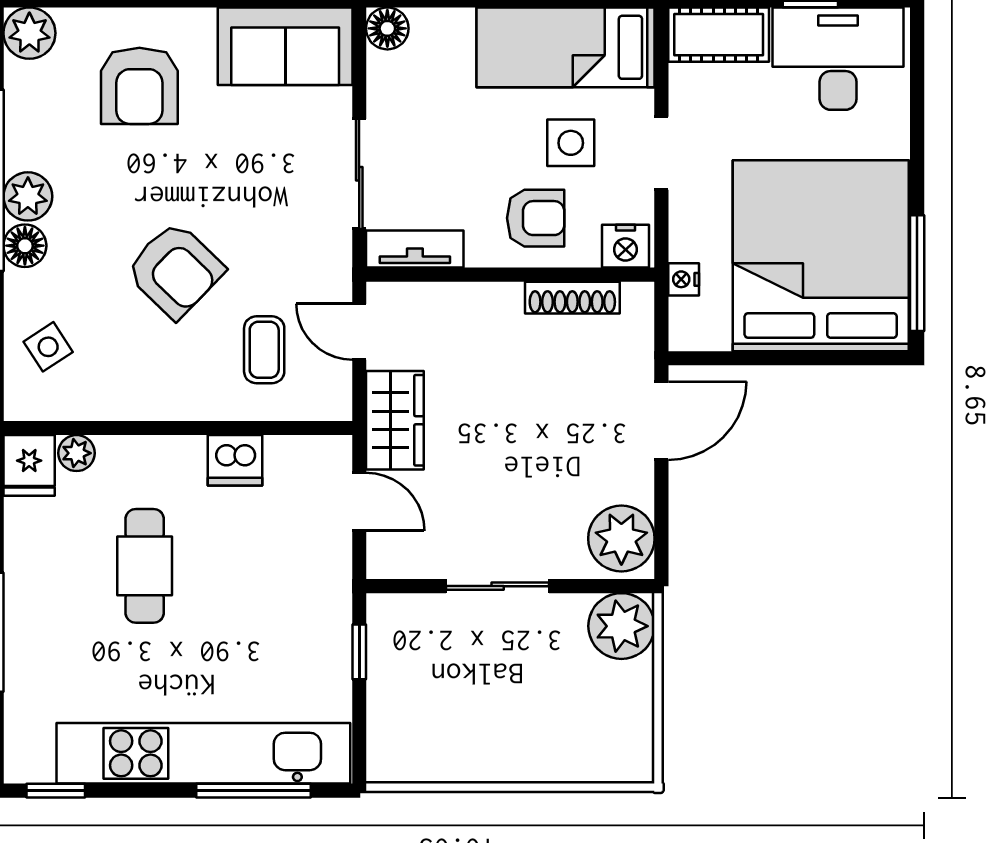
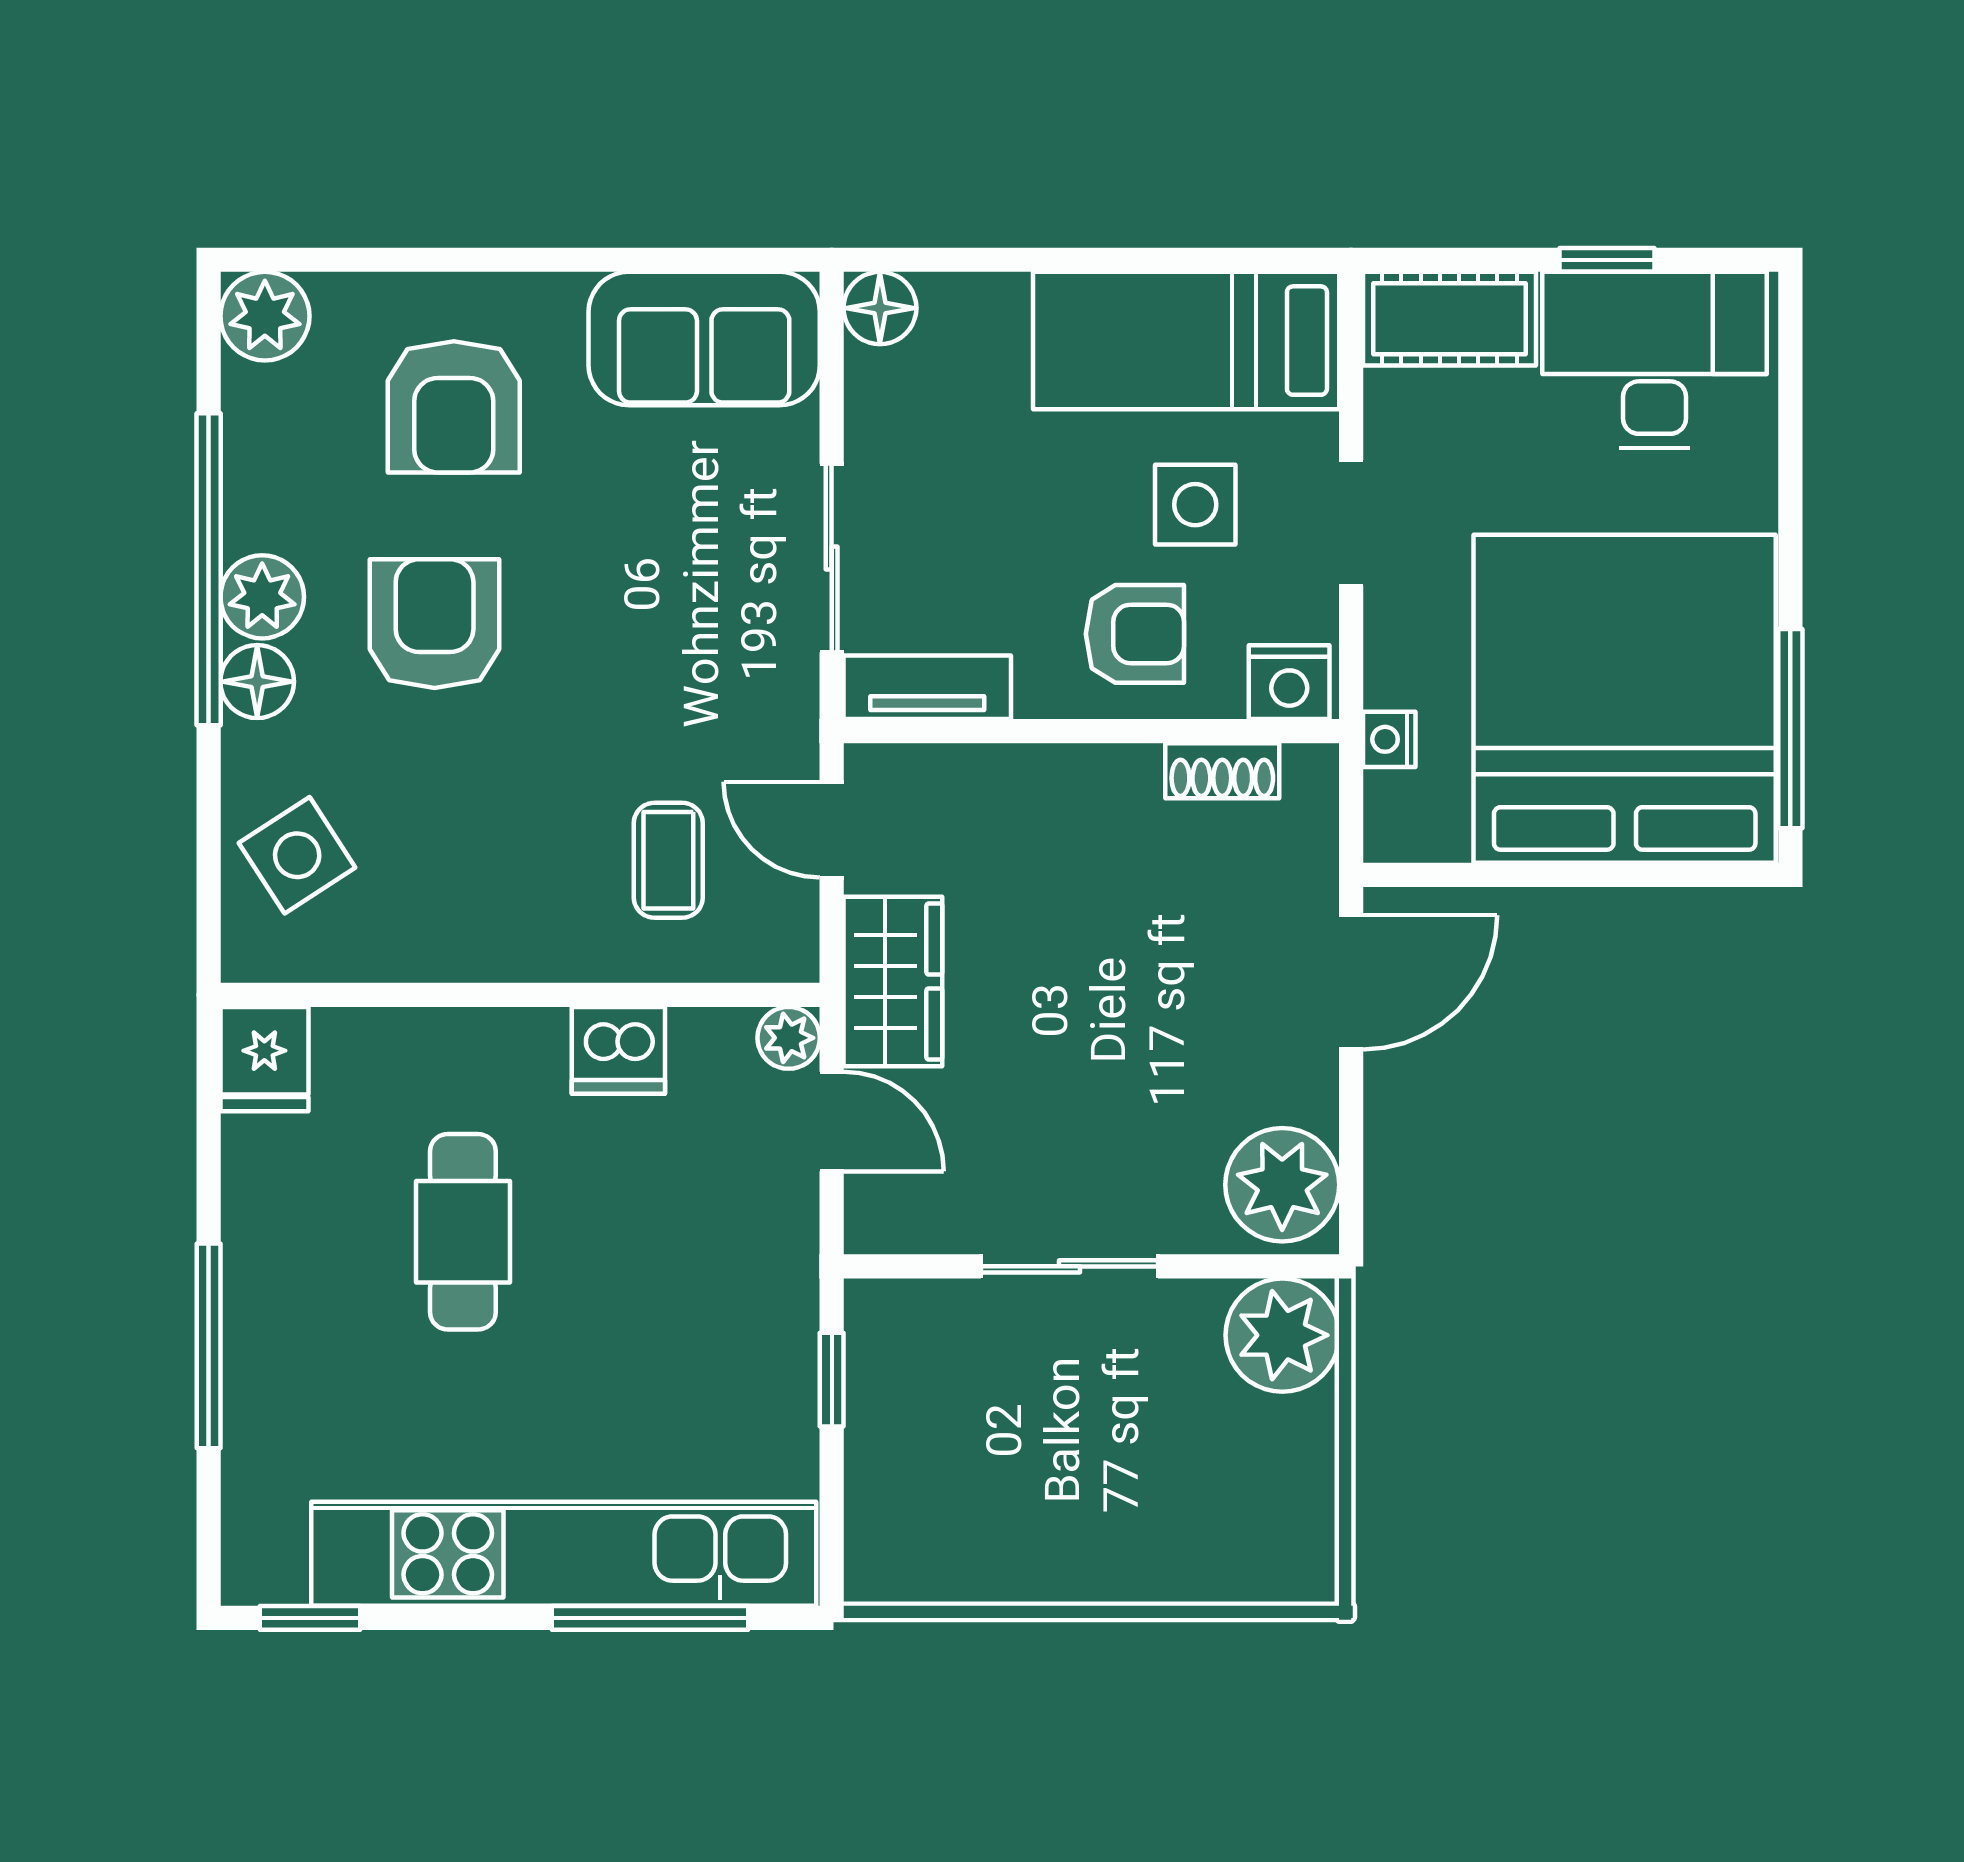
armchair: (175, 270) -> (435, 624), moved, turned -134
shoe rack: (572, 298) -> (1222, 771), width x0.70
side table: (48, 347) -> (297, 855), width x1.37, depth x1.37
plant: (77, 453) -> (789, 1038), moved

